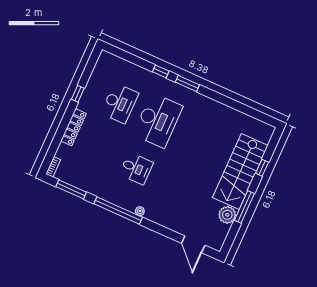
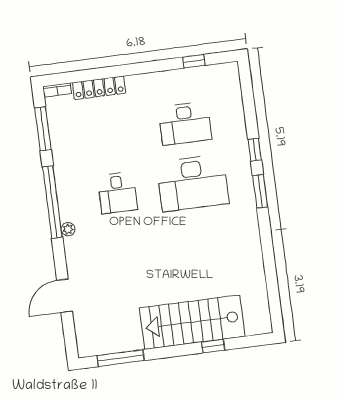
window: (78, 94) -> (194, 61), moved
locker: (74, 127) -> (99, 88), moved
window: (244, 207) -> (121, 358), moved
plant: (227, 215) -> (129, 339), removed
door: (193, 244) -> (65, 296), moved

